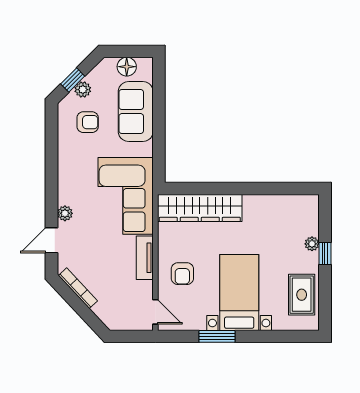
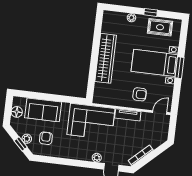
wardrobe: (200, 208) -> (106, 58), moved
window: (325, 254) -> (151, 12), moved
window: (217, 336) -> (179, 68), moved

